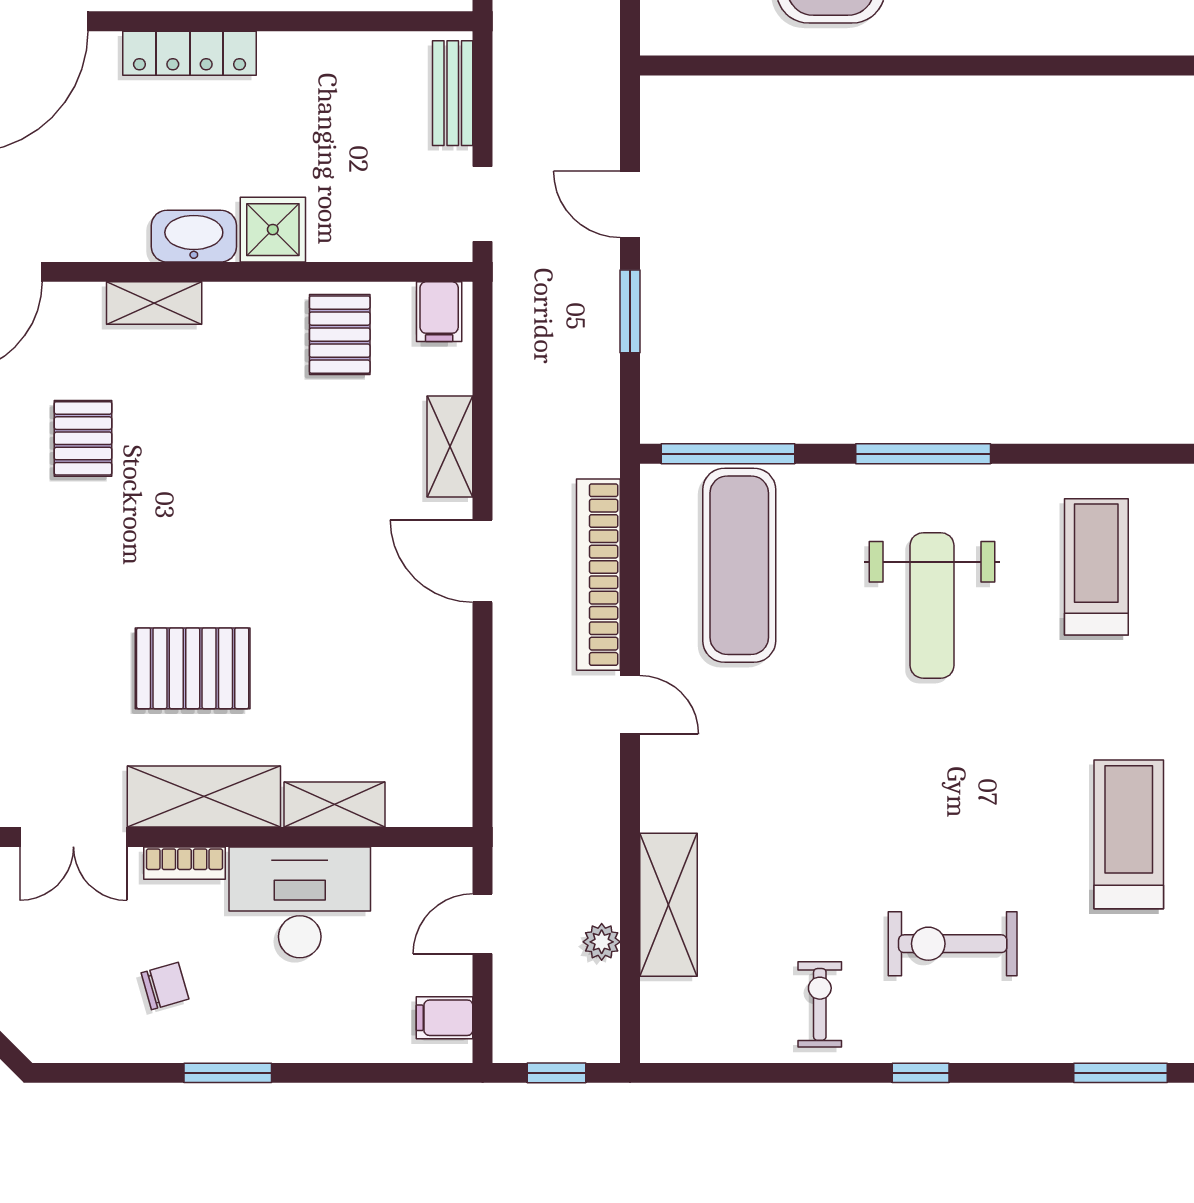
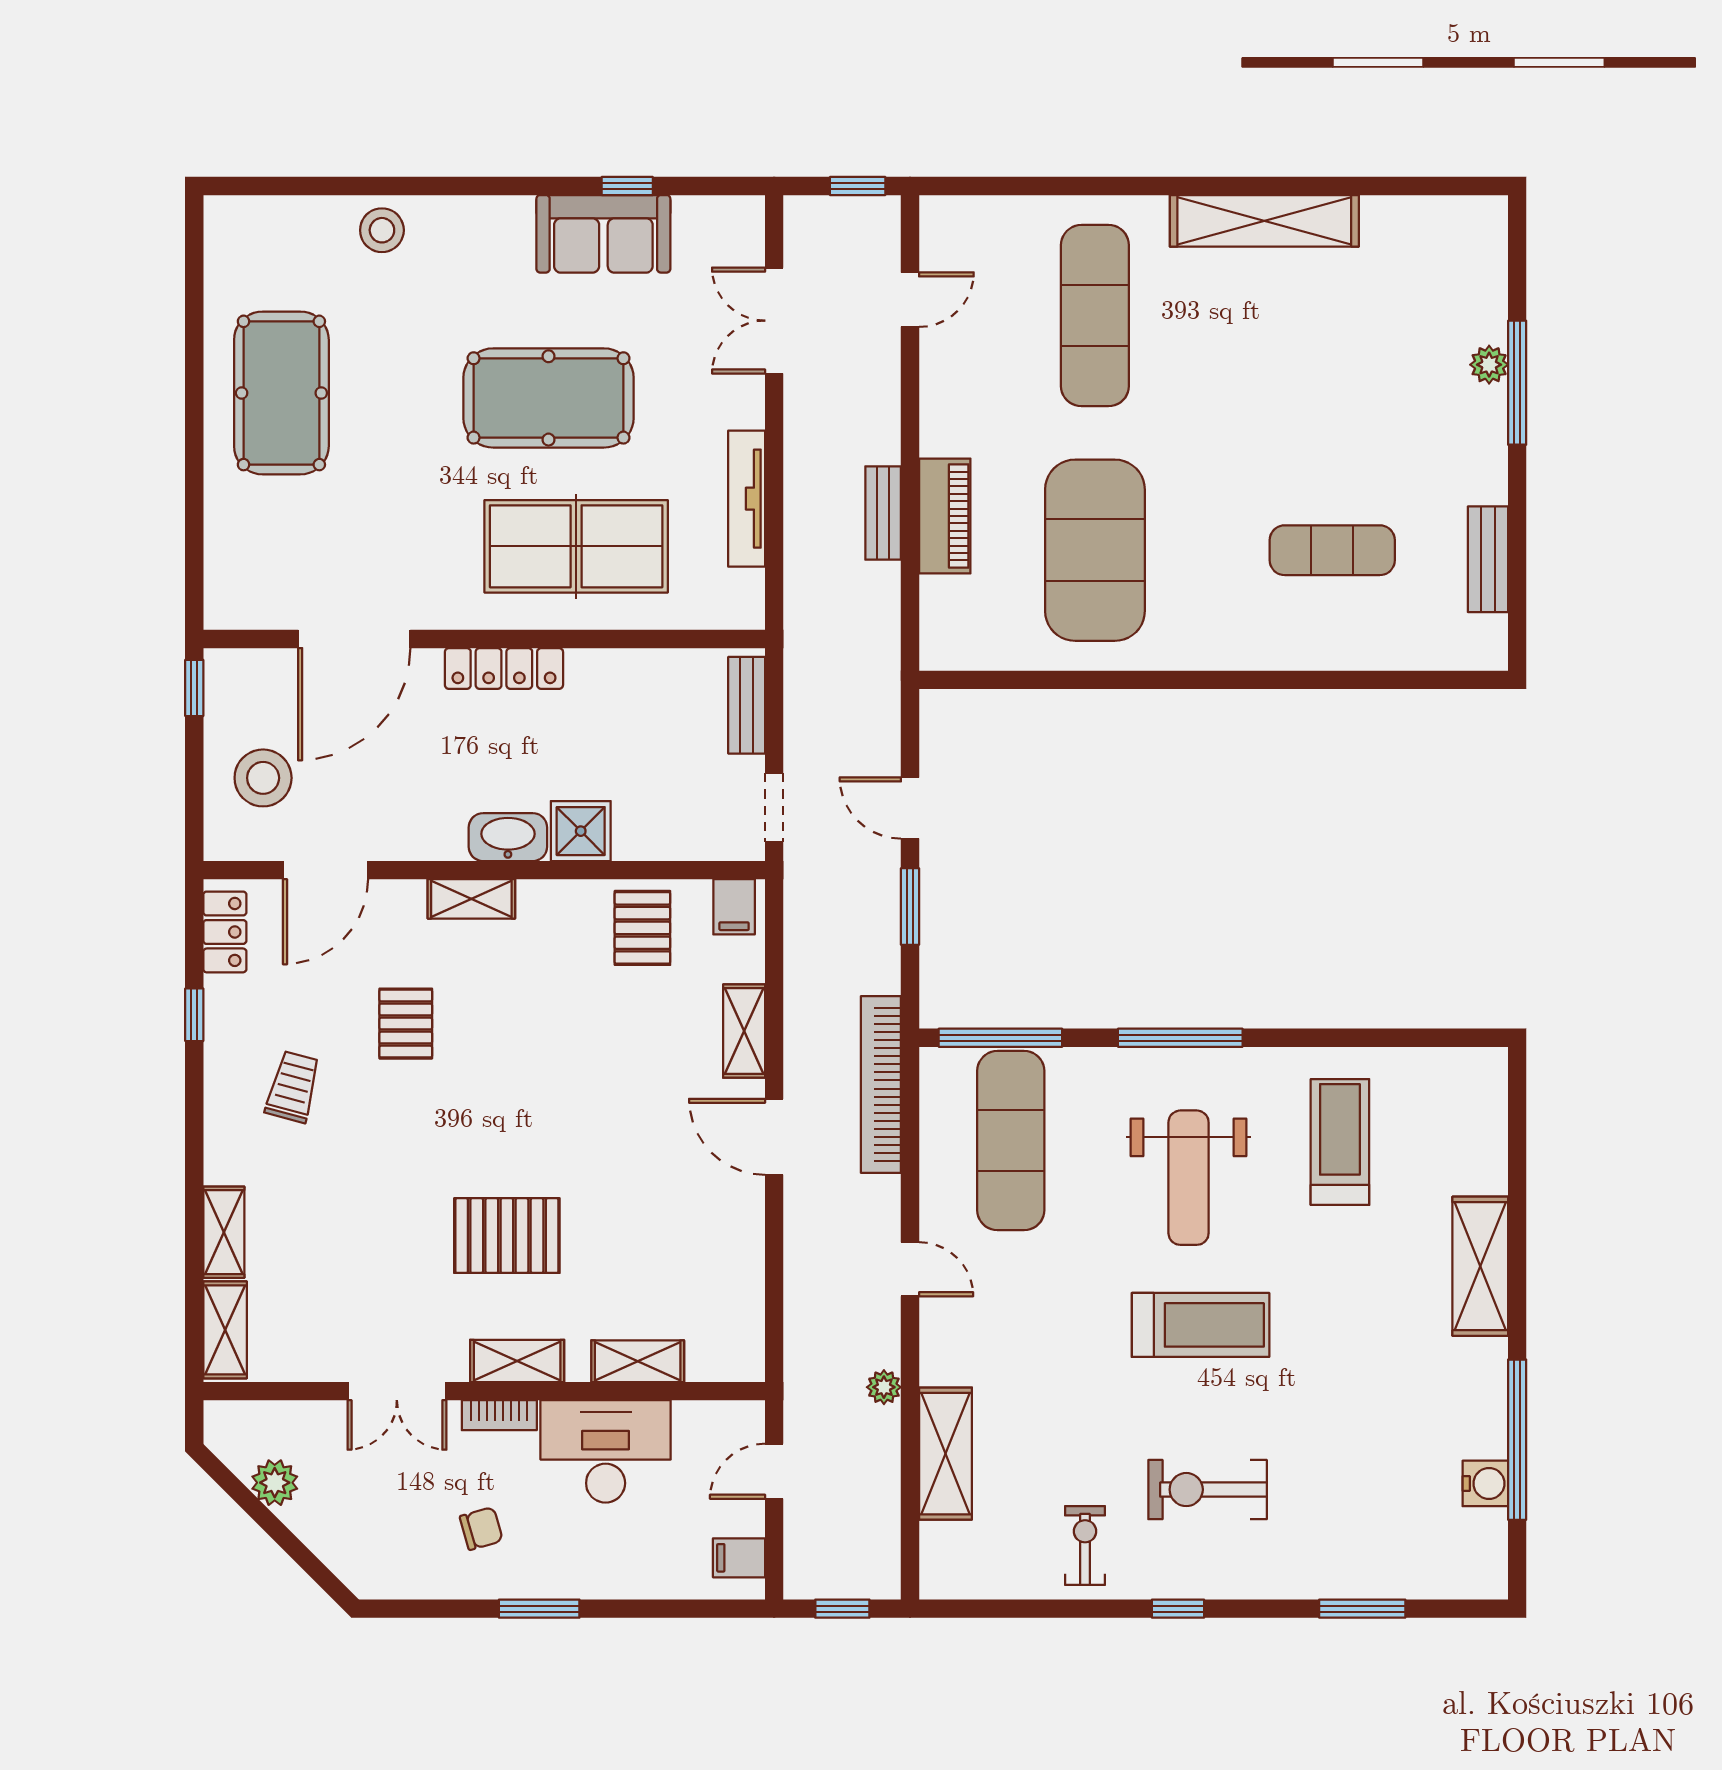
bookcase: (598, 575) -> (881, 1085), moved
shelving: (204, 797) -> (517, 1361), width x0.67, depth x0.75
treadmill: (1129, 834) -> (1201, 1325), moved, turned 90
plant: (602, 942) -> (884, 1387), moved

